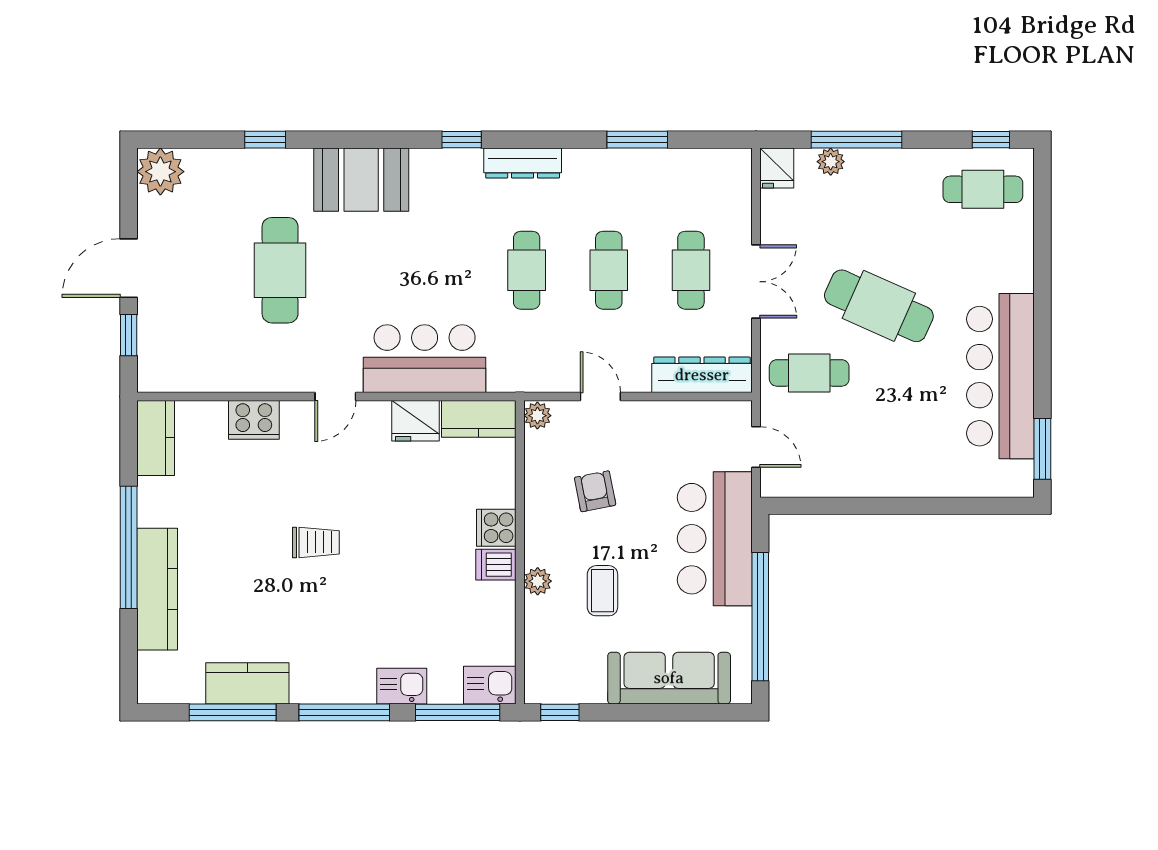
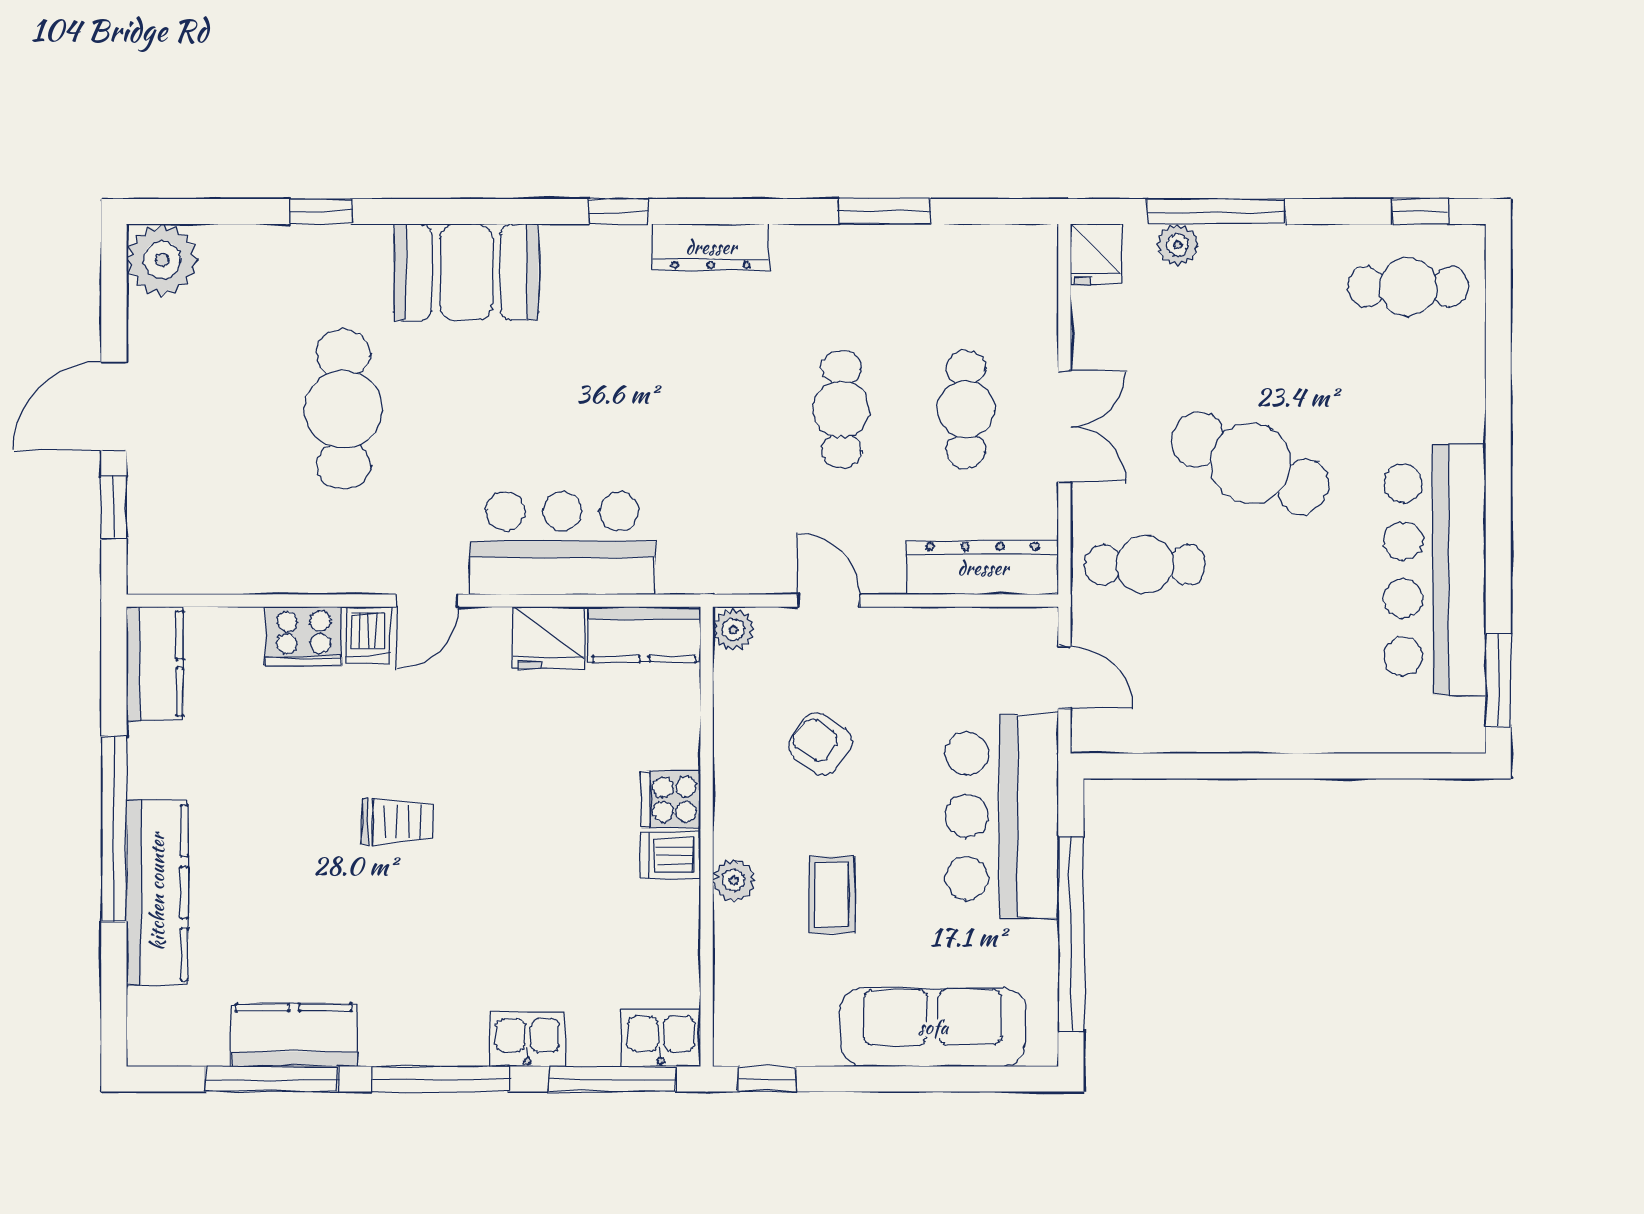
cafe table: (527, 270) -> (717, 409), removed
dishwasher: (296, 419) -> (368, 635), added
armchair: (595, 491) -> (821, 744), turned -44

